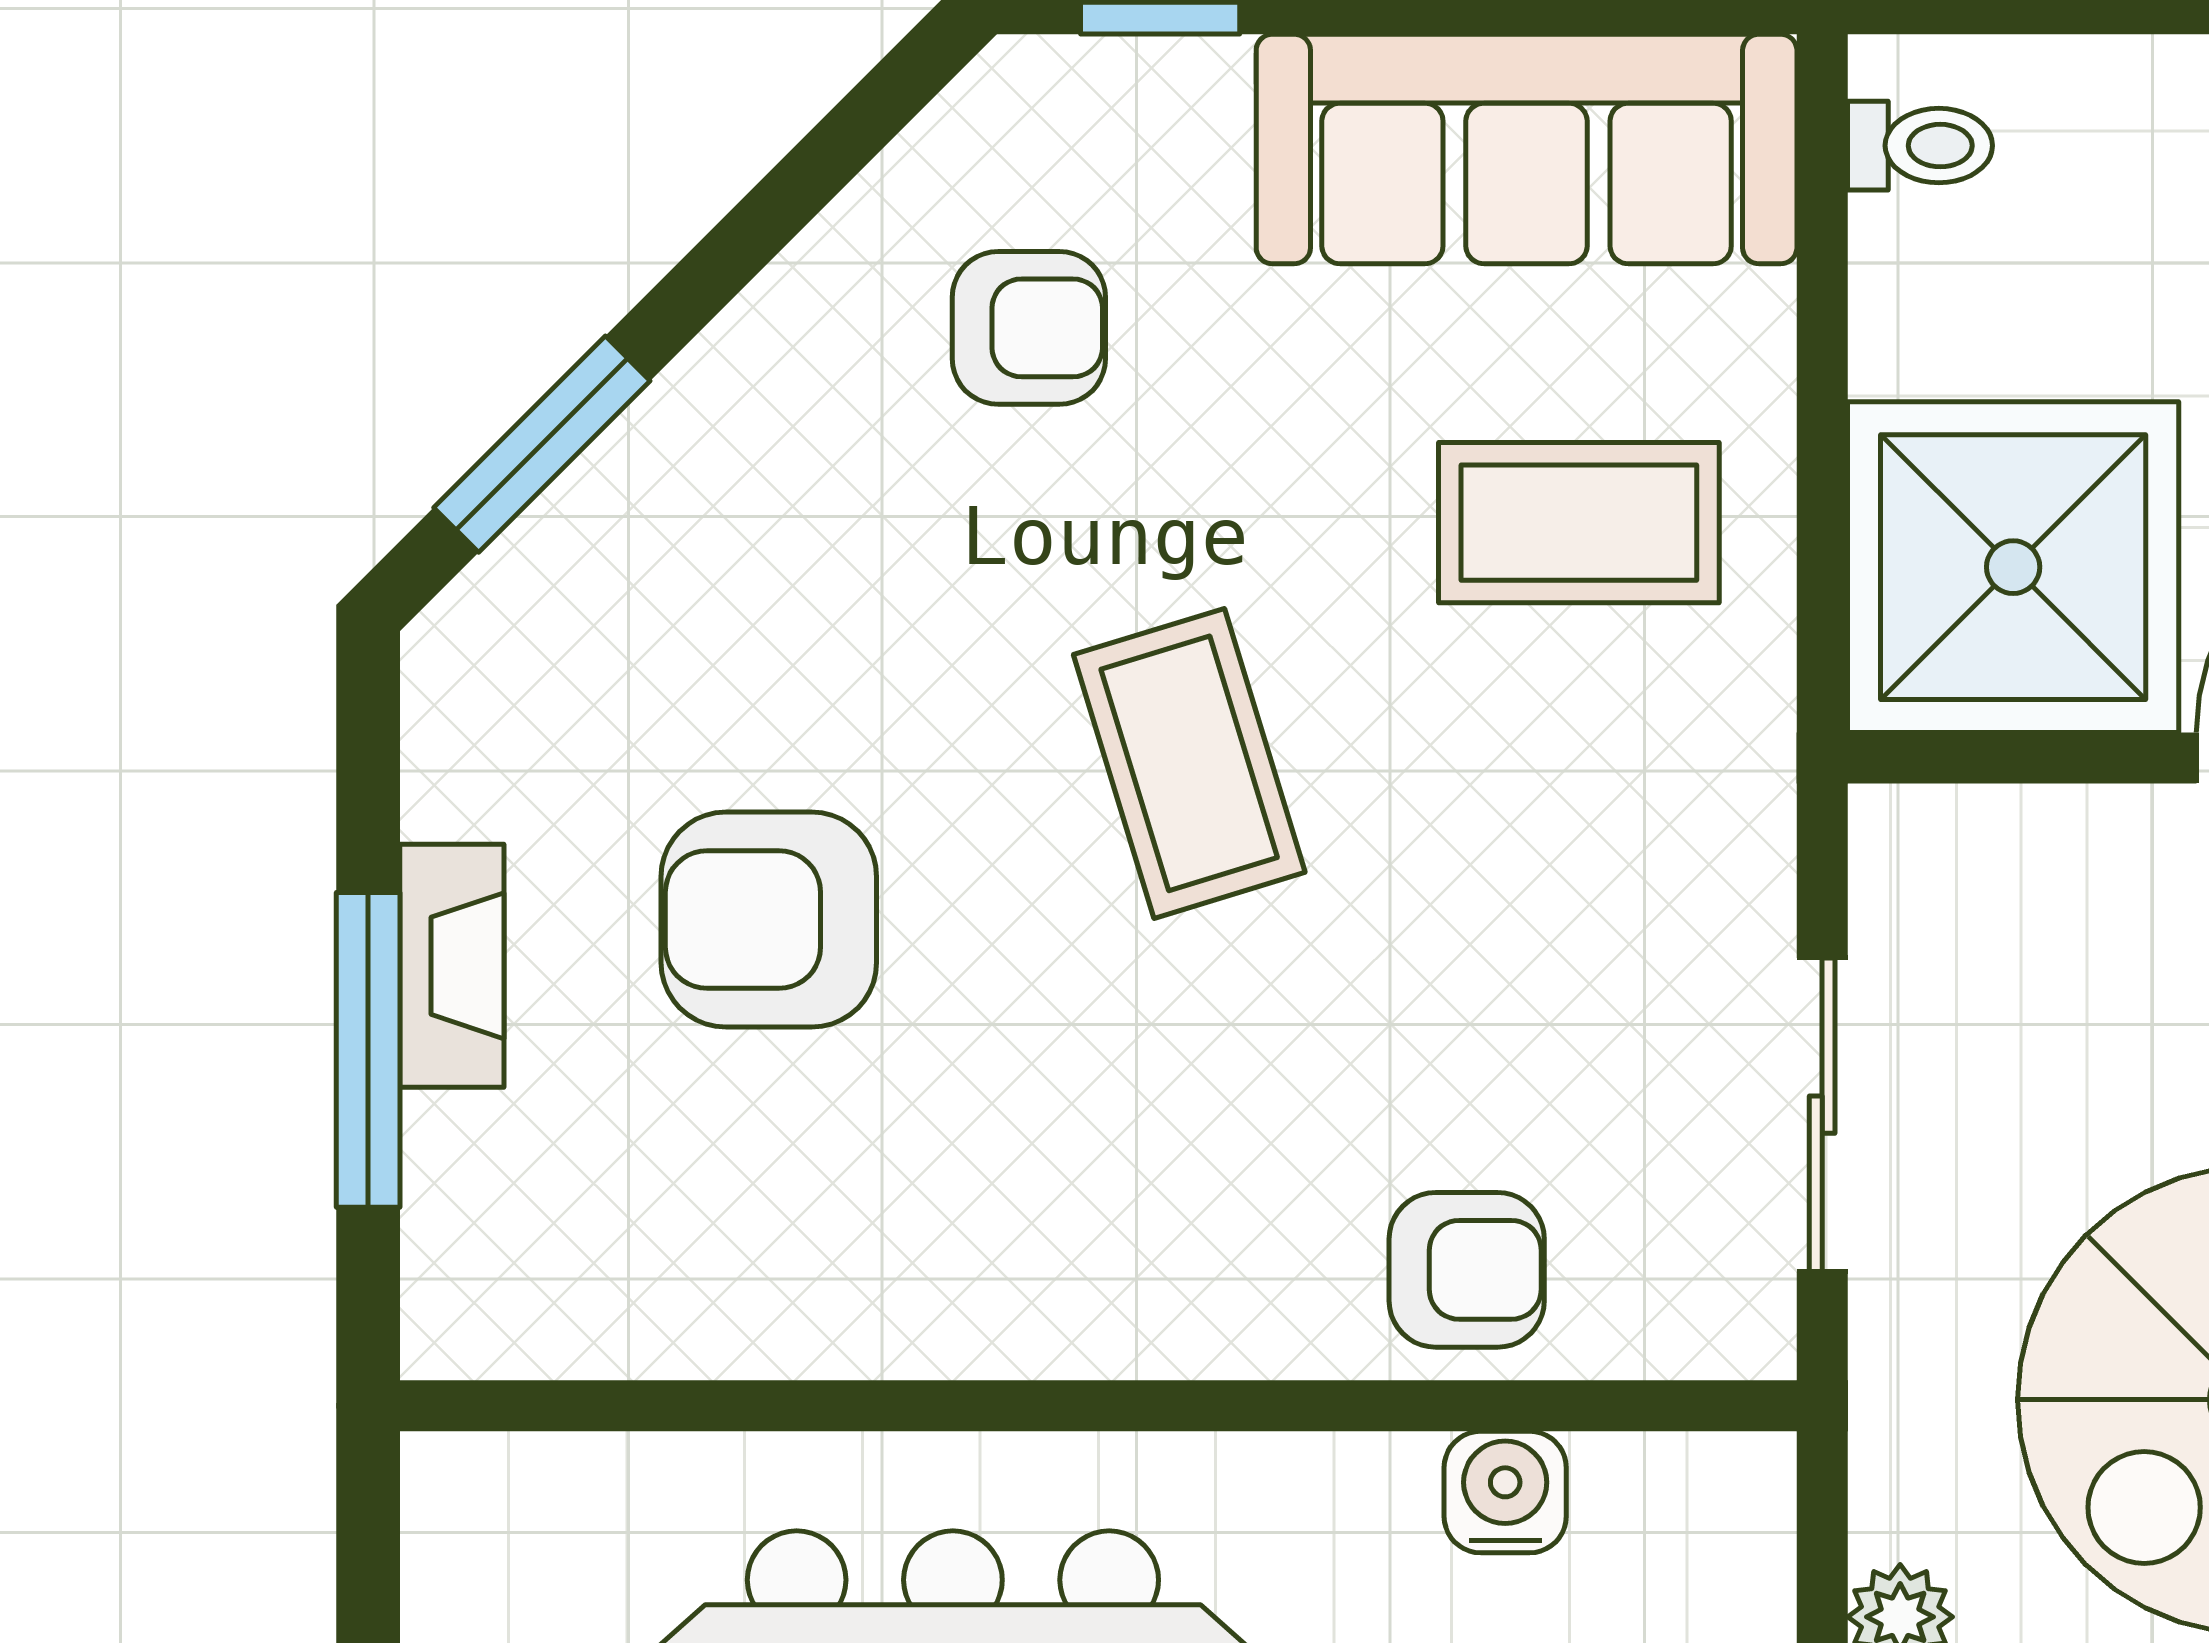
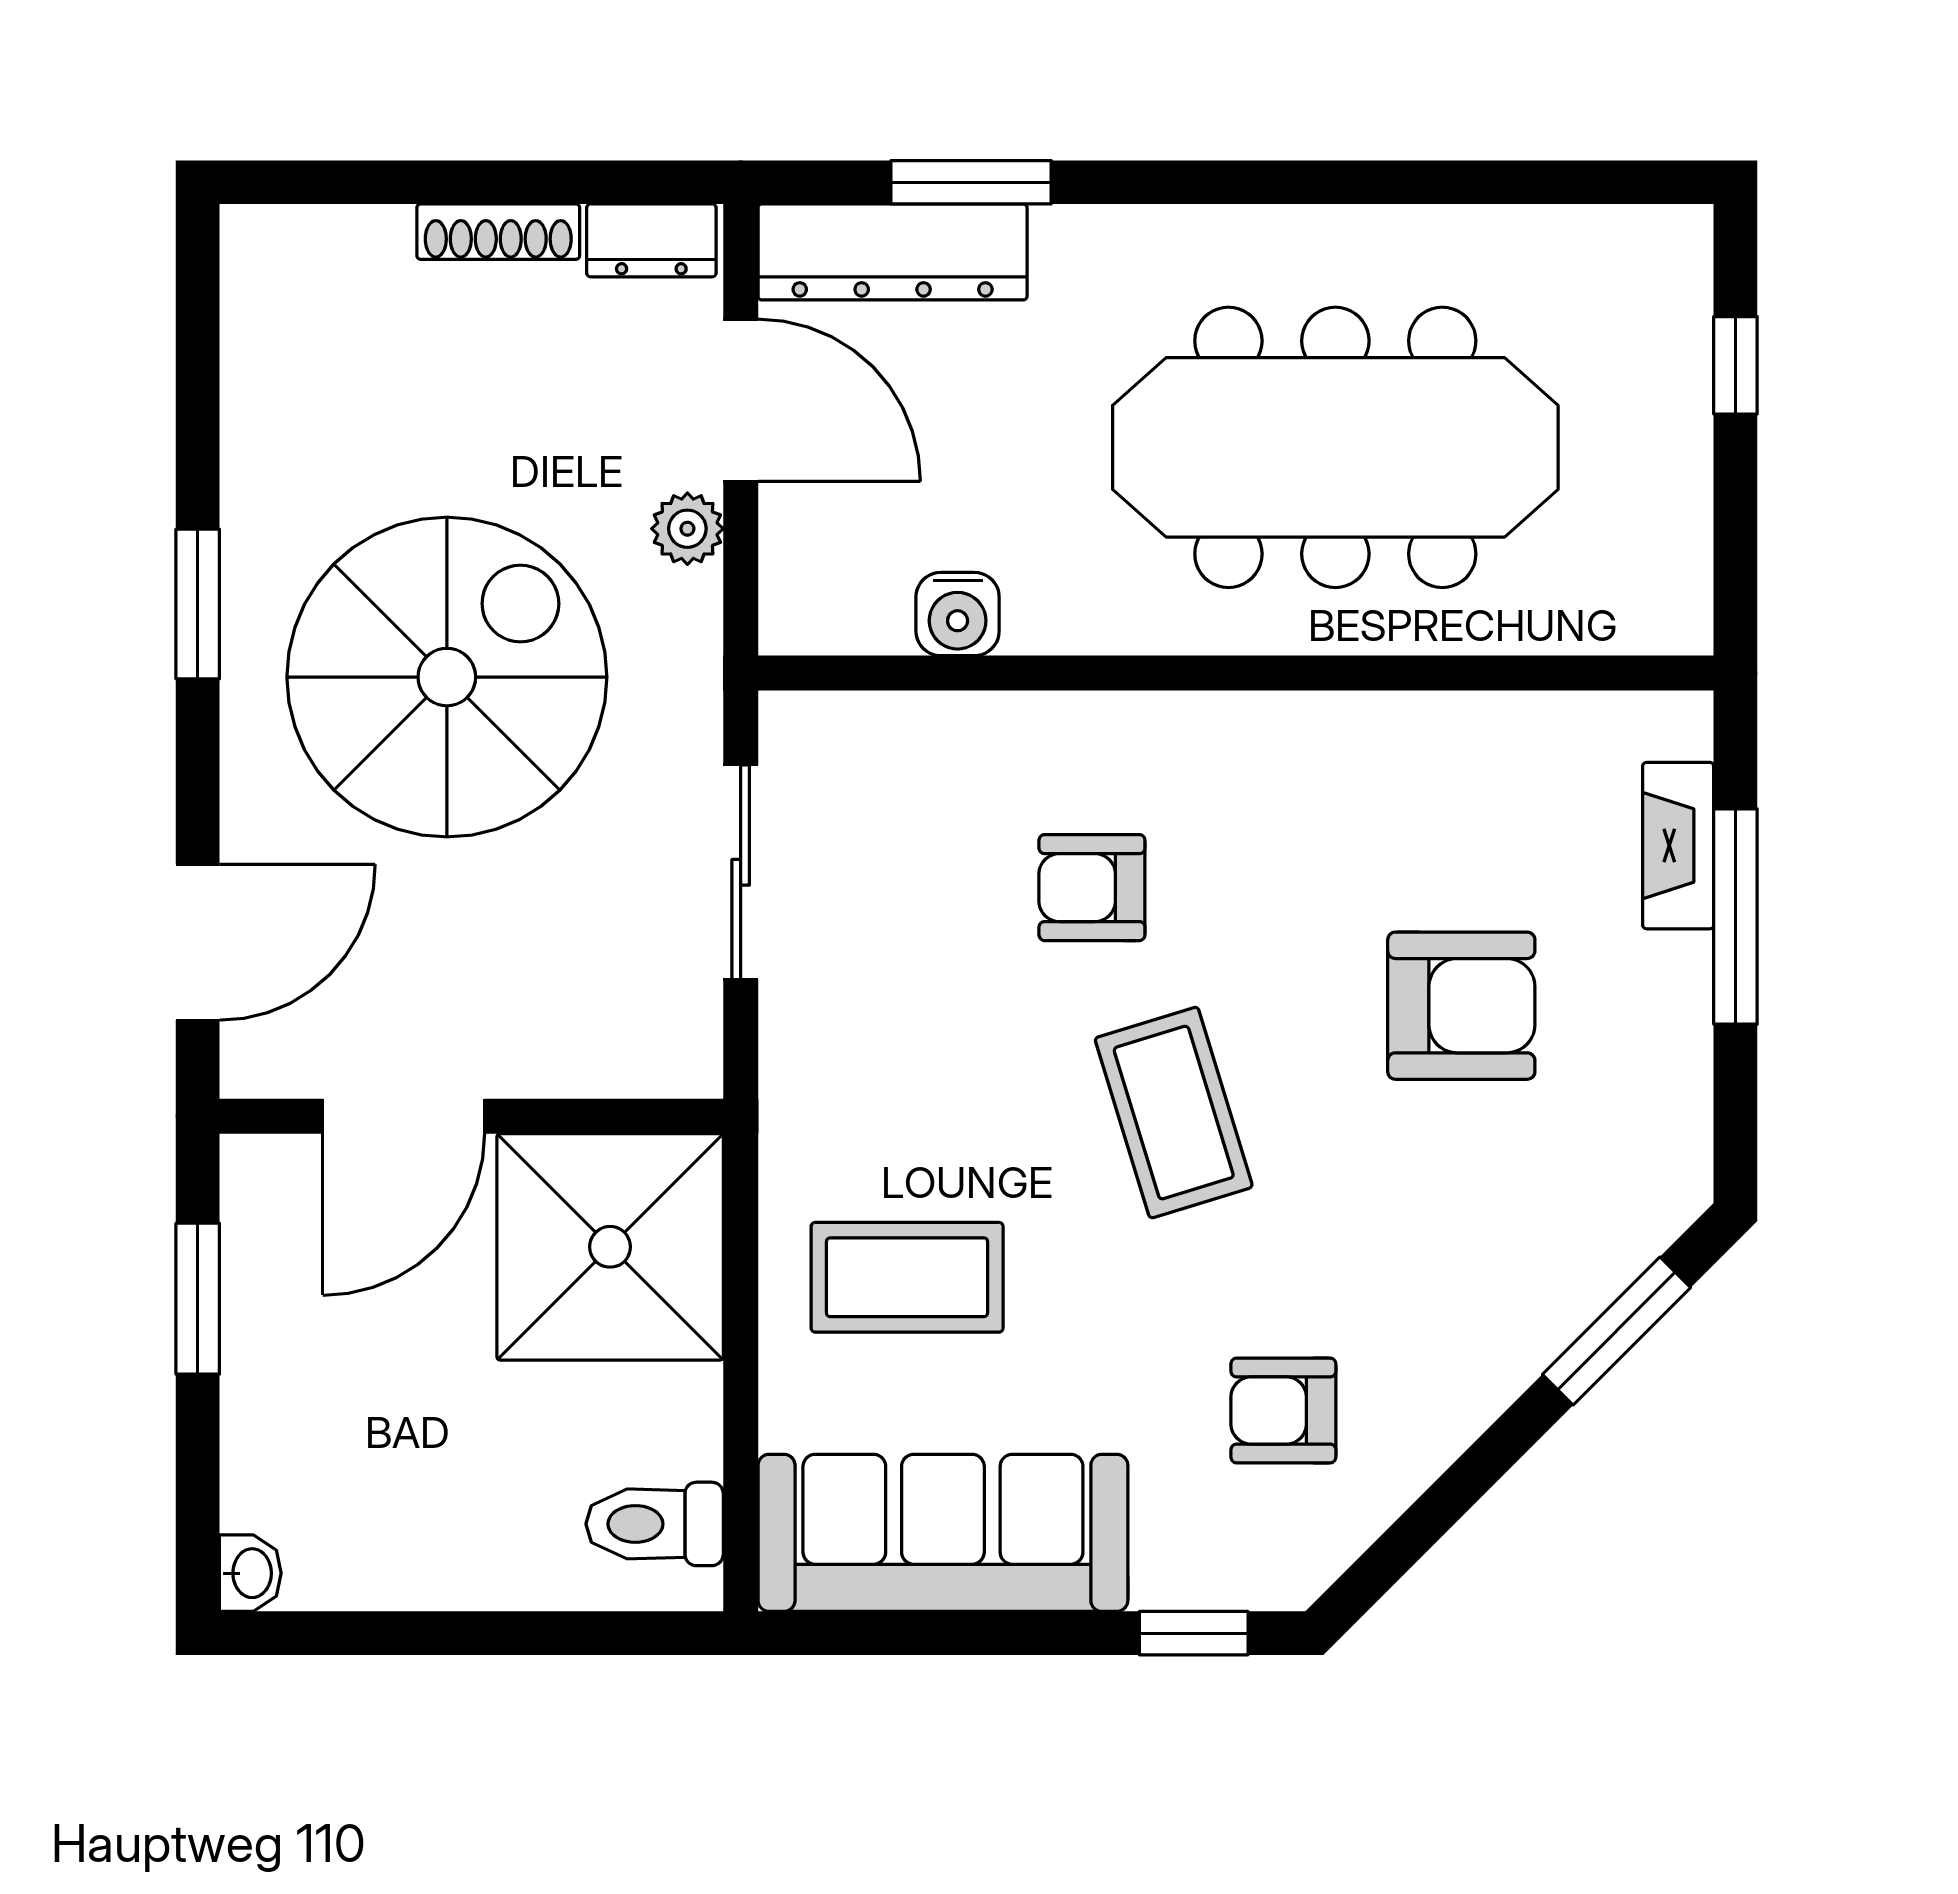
toilet: (1920, 146) -> (655, 1524), width x1.37, depth x1.39
fireplace: (452, 966) -> (1678, 846), moved
armchair: (1467, 1270) -> (1092, 888), moved

